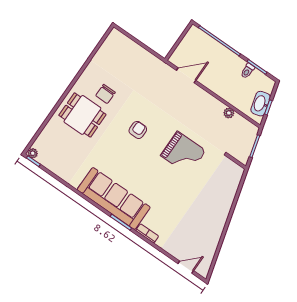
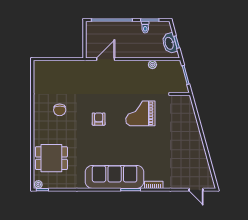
dining table: (82, 115) -> (51, 158), moved
grand piano: (183, 153) -> (140, 113), turned 180
door: (186, 267) -> (196, 190), swing flipped

